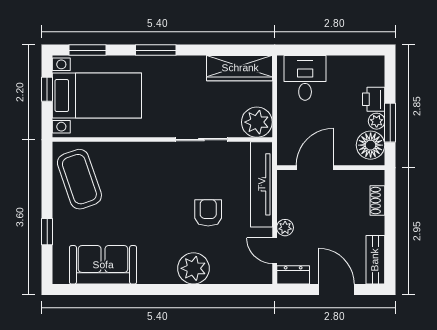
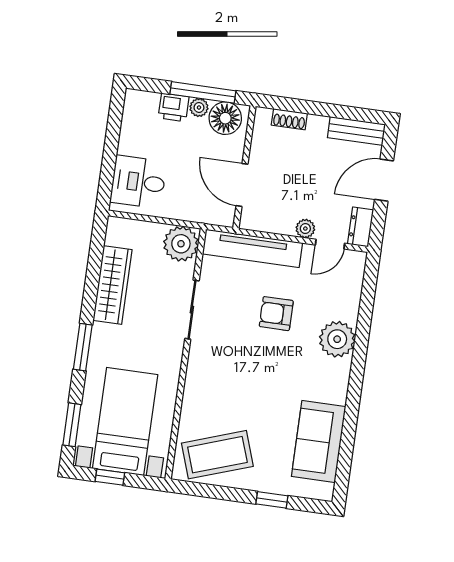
wardrobe: (240, 68) -> (113, 285), moved
window: (390, 123) -> (203, 92), width x1.44

